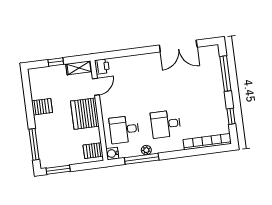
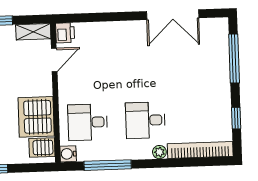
server rack: (85, 114) -> (36, 117), moved
plant: (146, 150) -> (159, 152), moved

